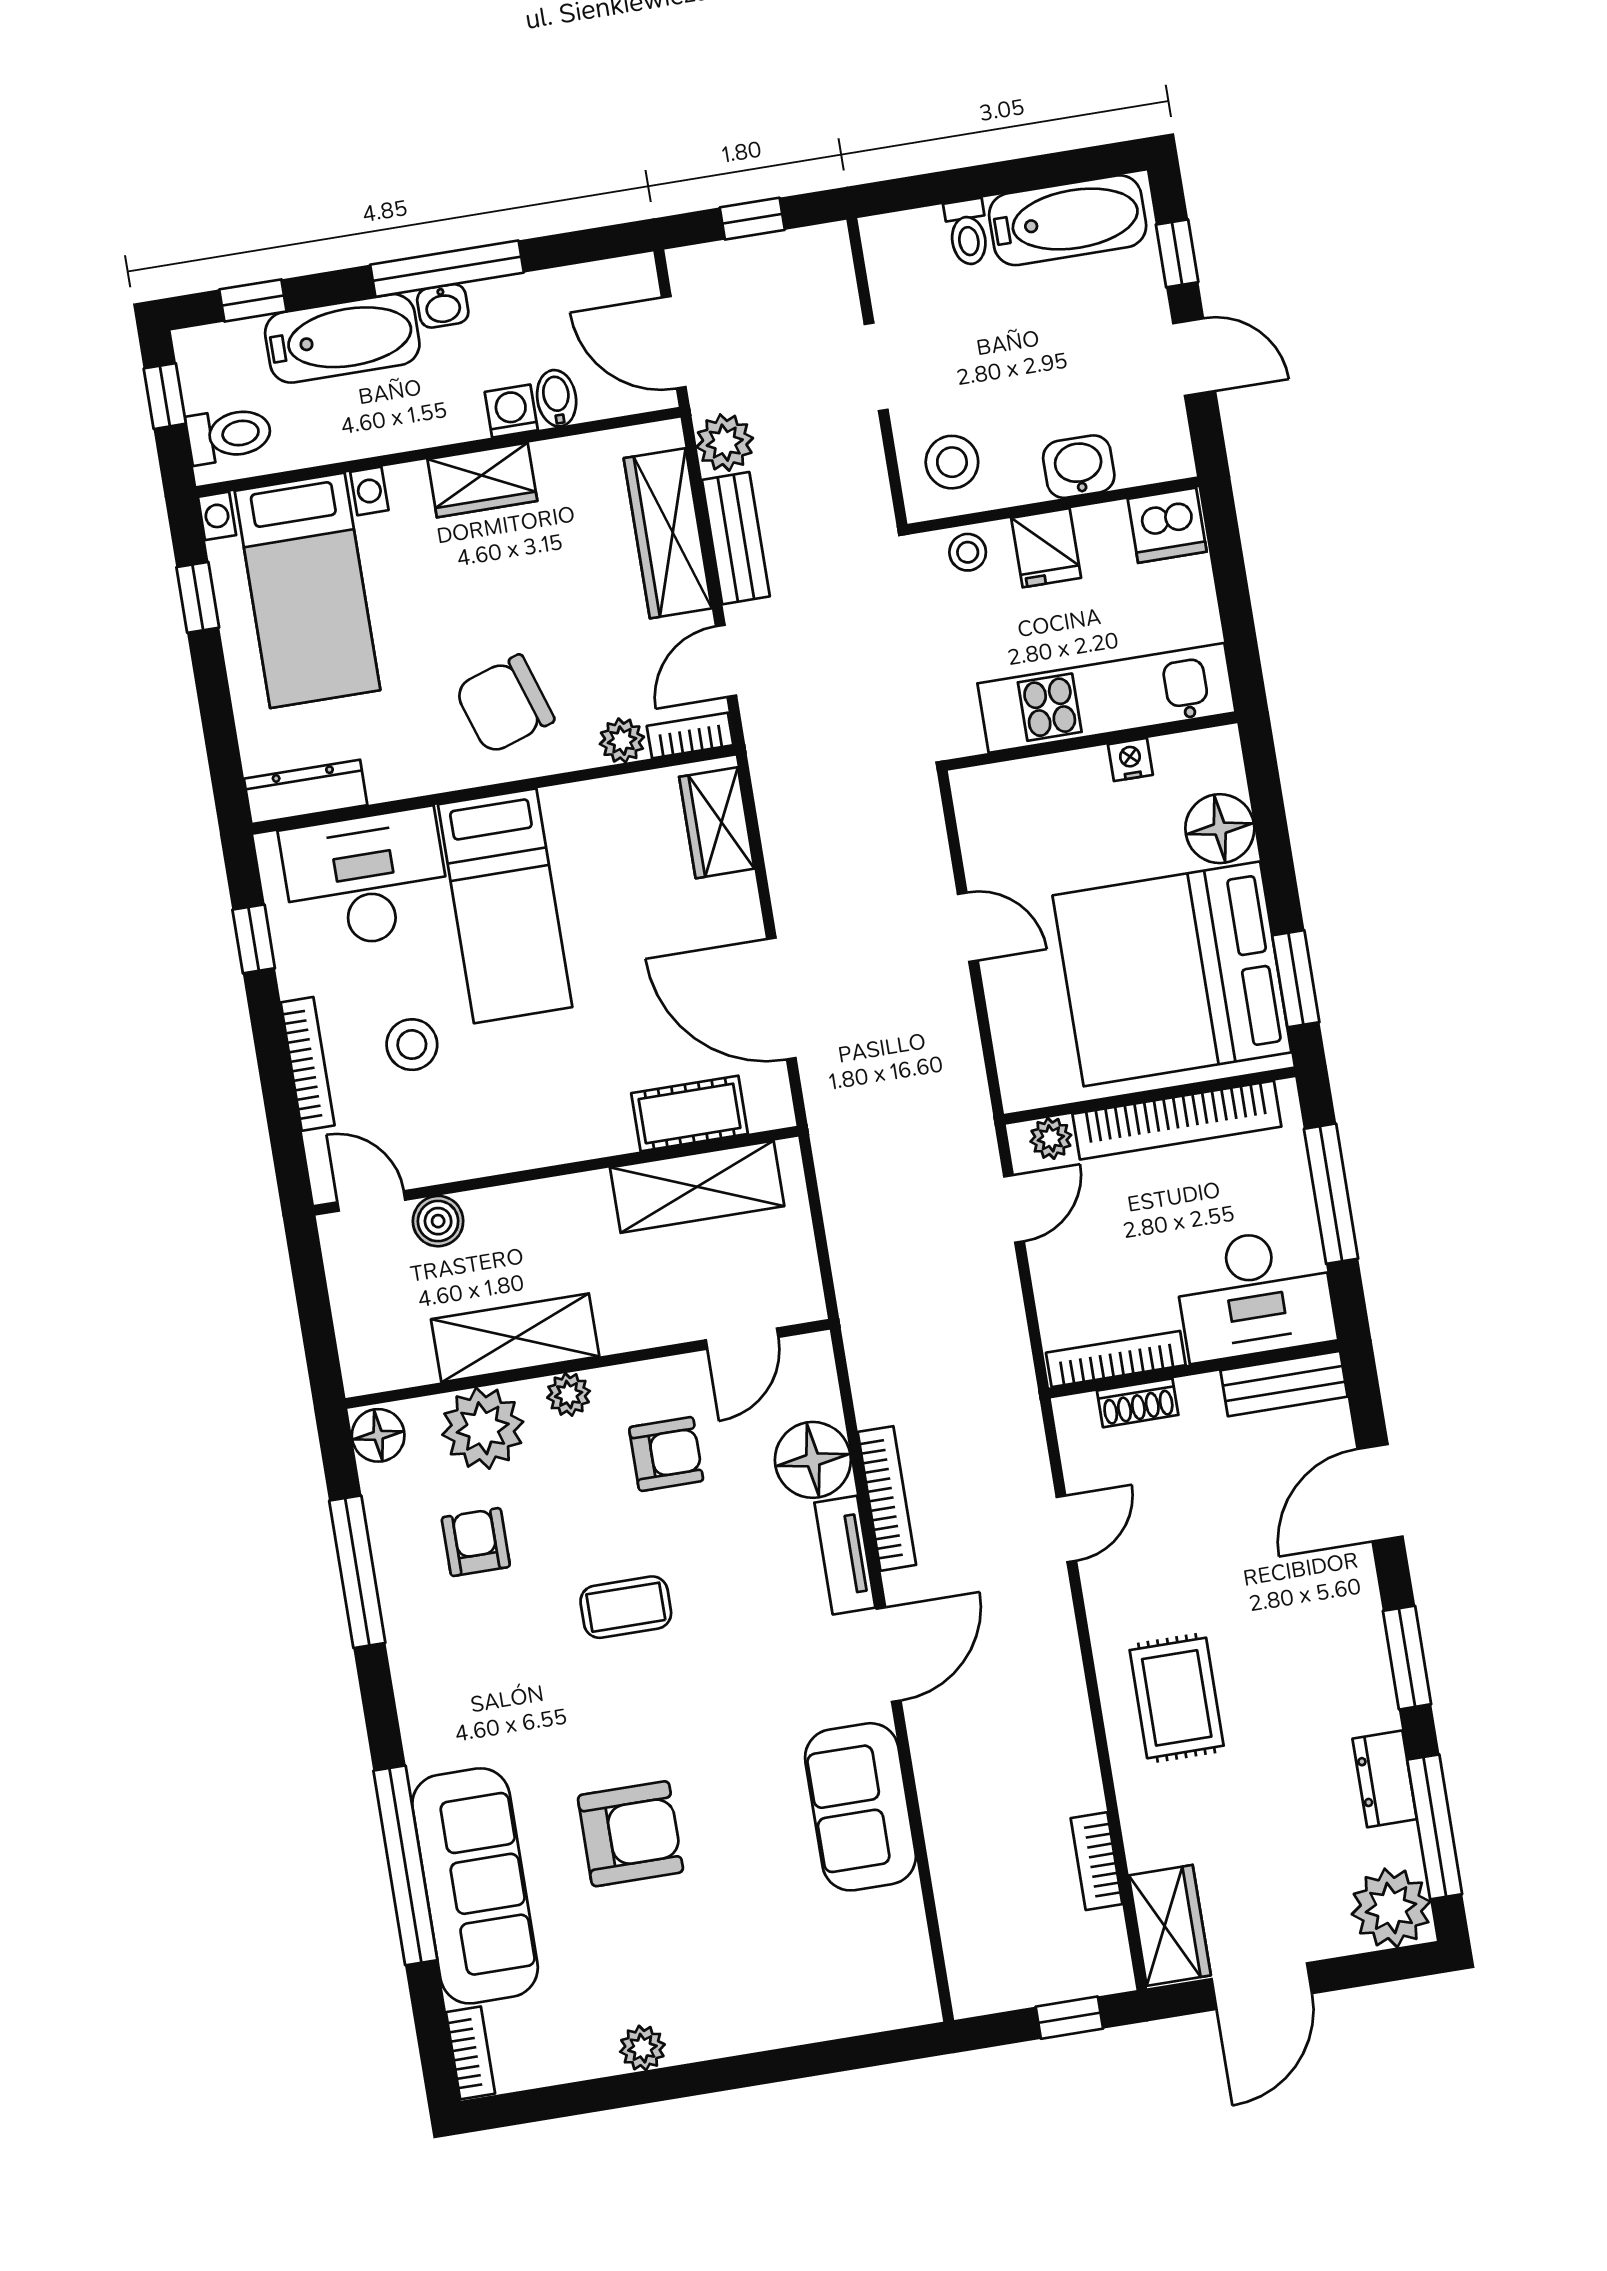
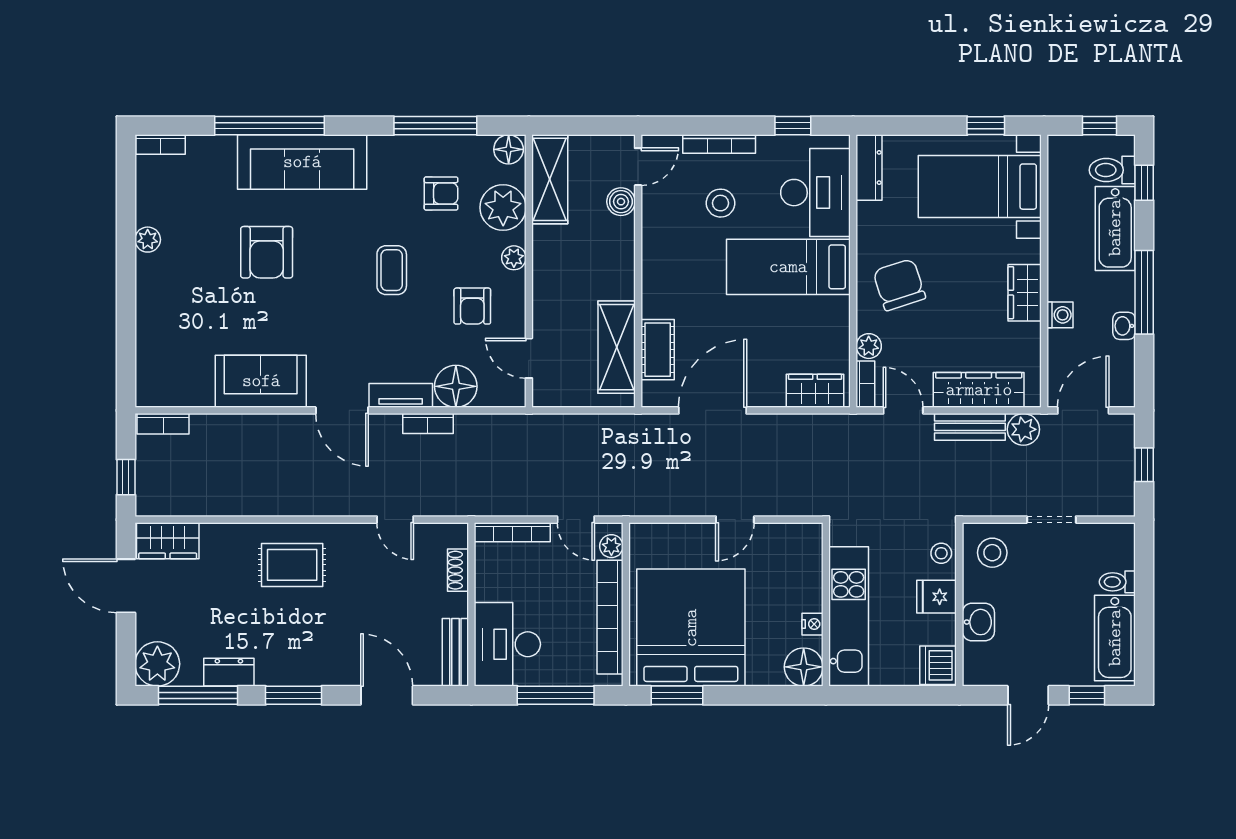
washbasin: (443, 306) -> (1124, 326), moved
bidet: (557, 398) -> (1063, 341), removed
toilet: (229, 435) -> (1112, 170), moved, turned 90
floor lamp: (1220, 829) -> (804, 667), moved
shelving: (515, 1338) -> (550, 179), moved
bookcase: (1116, 1359) -> (512, 532), moved, turned 90
bookcase: (887, 1498) -> (428, 424), width x0.64
bookcase: (1096, 1861) -> (163, 424), moved, turned 180
sofa: (475, 1886) -> (302, 162), moved

